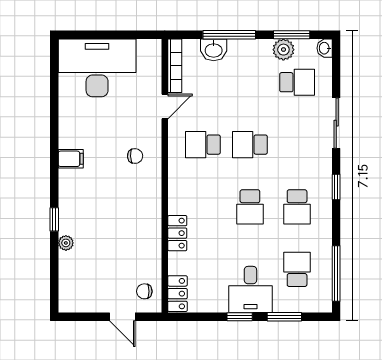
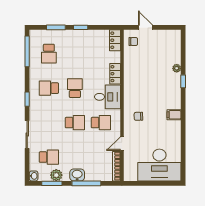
washbasin: (214, 50) -> (77, 175), moved
school desk: (297, 82) -> (49, 157), turned 180
school desk: (297, 207) -> (49, 88), turned -90
desk: (250, 289) -> (107, 97), moved, turned 90

